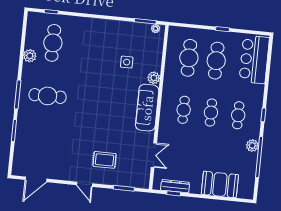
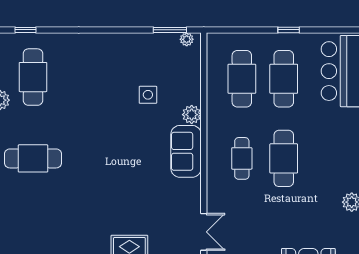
sofa: (147, 108) -> (186, 151), width x0.73
cafe table: (211, 113) -> (284, 158), width x1.37, depth x1.35
cafe table: (238, 115) -> (326, 158), removed

